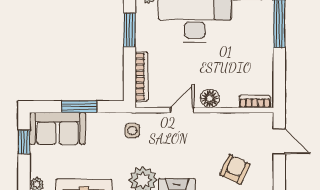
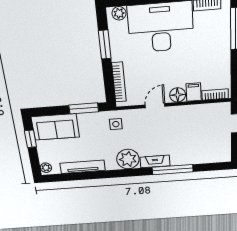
filing cabinet: (229, 96) -> (194, 92), added
window: (79, 107) -> (84, 108), moved
armchair: (235, 169) -> (200, 146), removed

